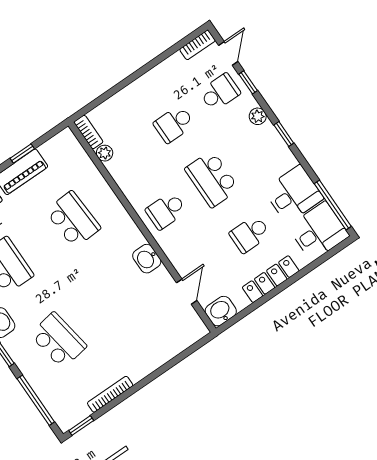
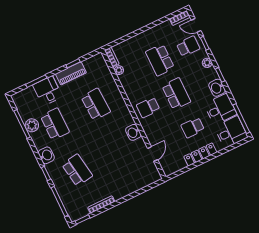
door: (228, 53) -> (196, 25), swing flipped
school desk: (174, 124) -> (160, 60), width x1.85
school desk: (212, 179) -> (176, 94), turned 180
washbasin: (221, 311) -> (217, 88), moved, turned -90

